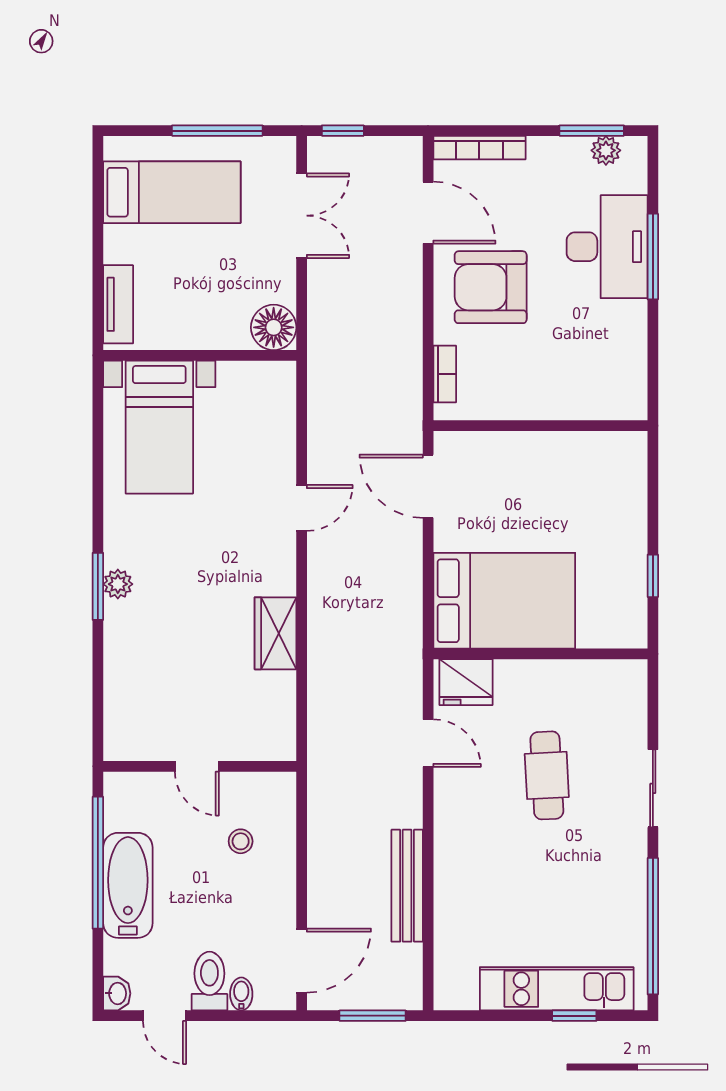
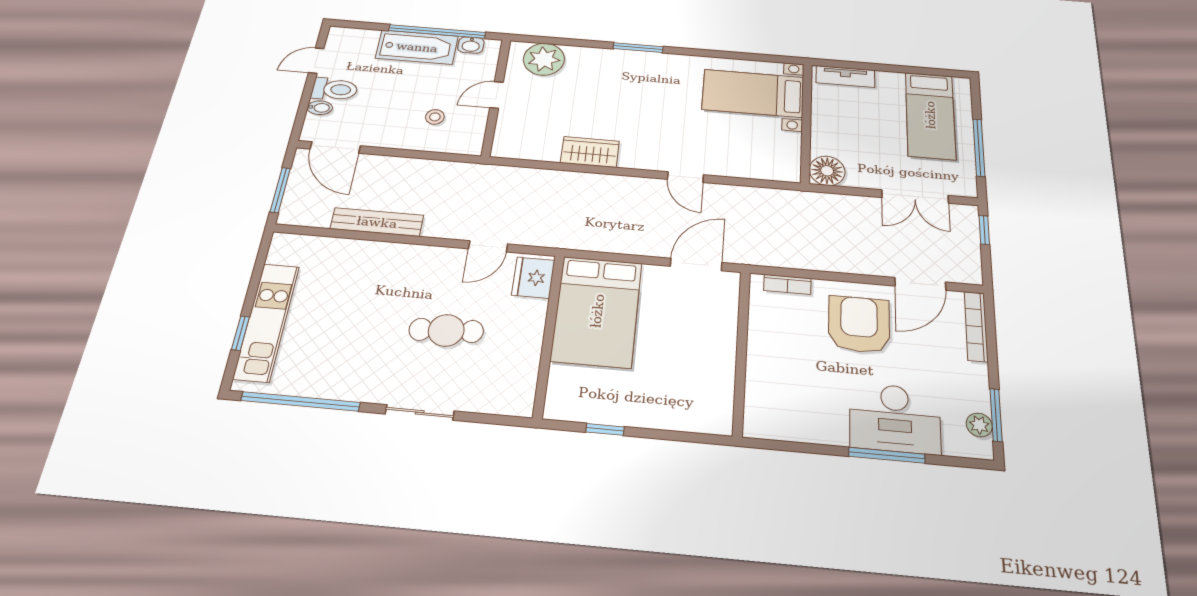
plant: (118, 584) -> (544, 59), moved, width x1.87, depth x1.87
washbasin: (117, 993) -> (471, 45), moved

